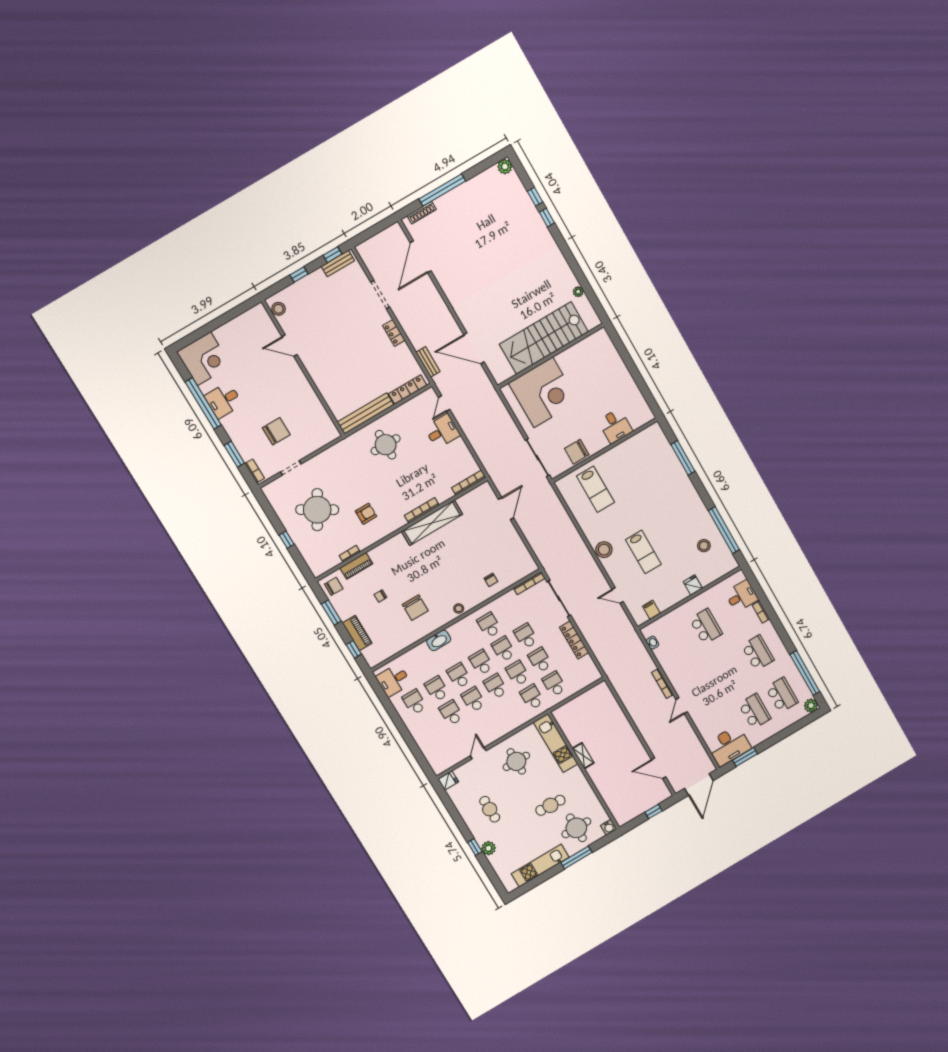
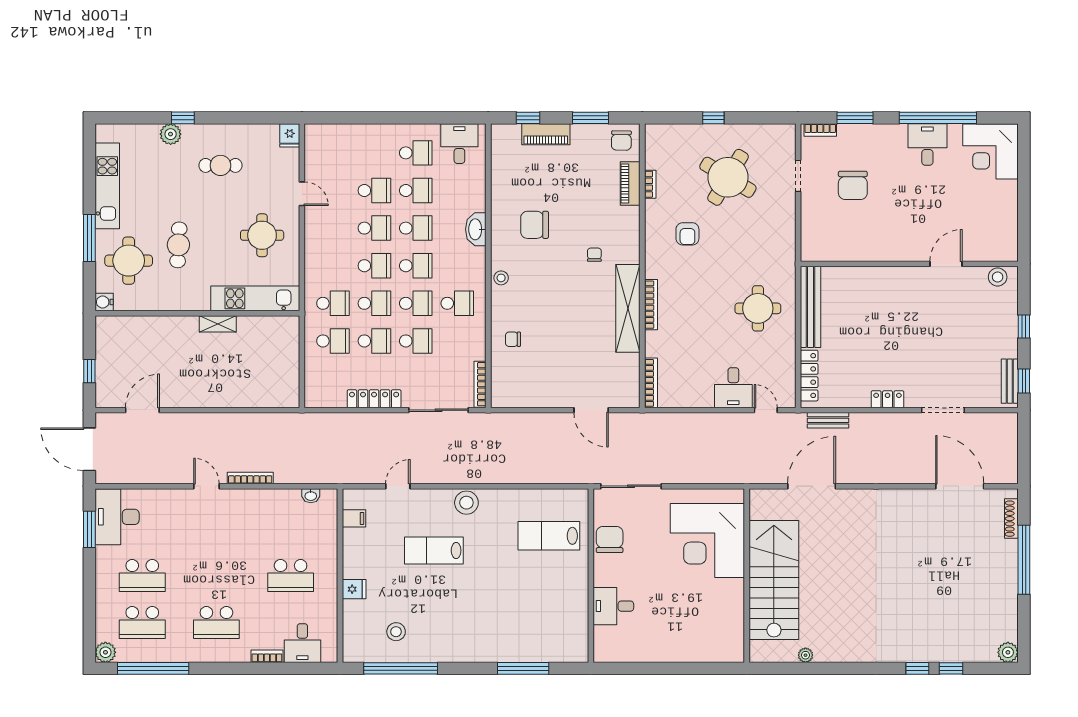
chair: (380, 596) -> (594, 255), moved

